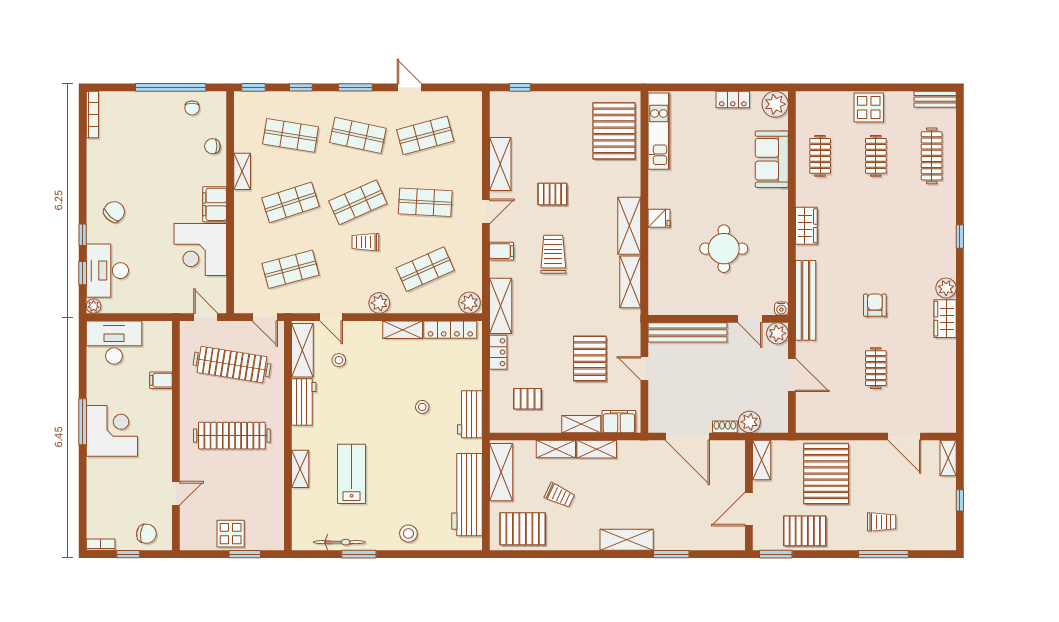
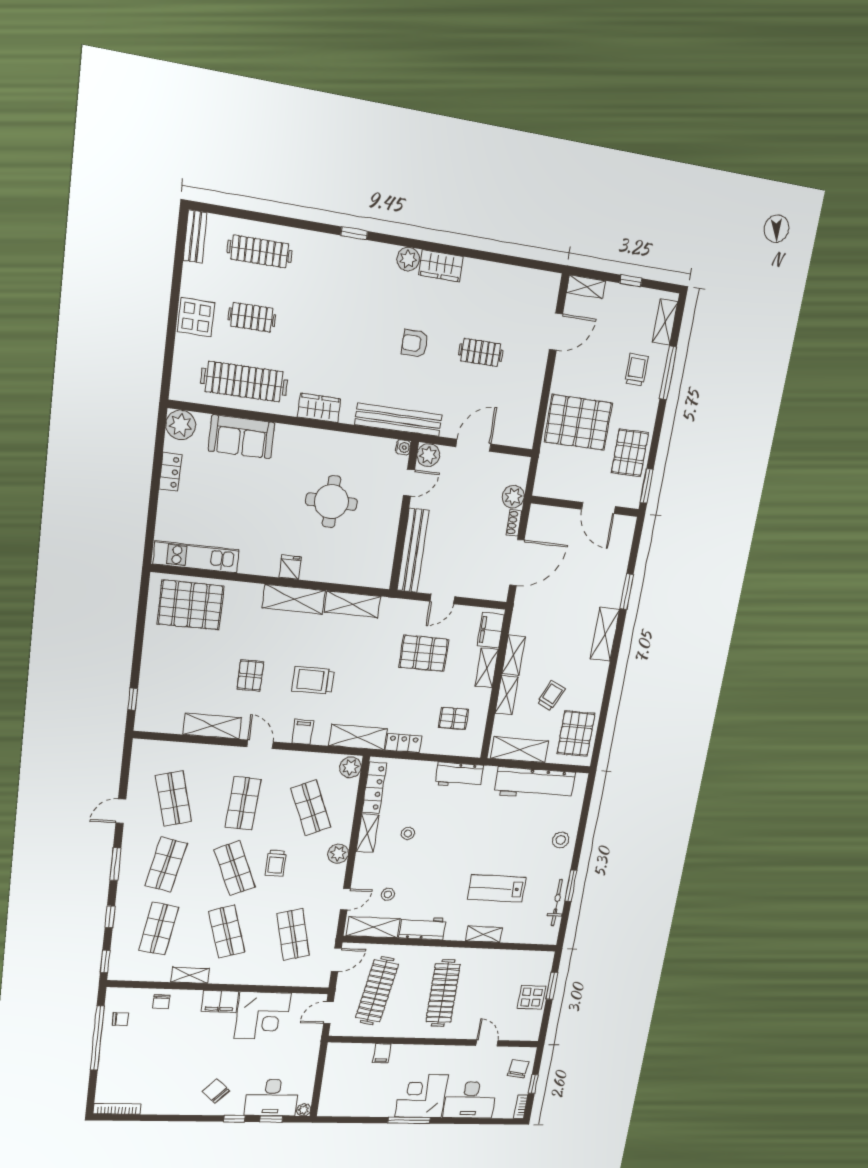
clothes rail: (820, 156) -> (244, 382), width x1.86, depth x1.31
desk: (114, 343) -> (470, 1100), moved, turned -90
pallet: (528, 399) -> (453, 718), turned 90
stool: (422, 407) -> (408, 833), moved
shelving: (762, 460) -> (665, 322), moved, turned 90

